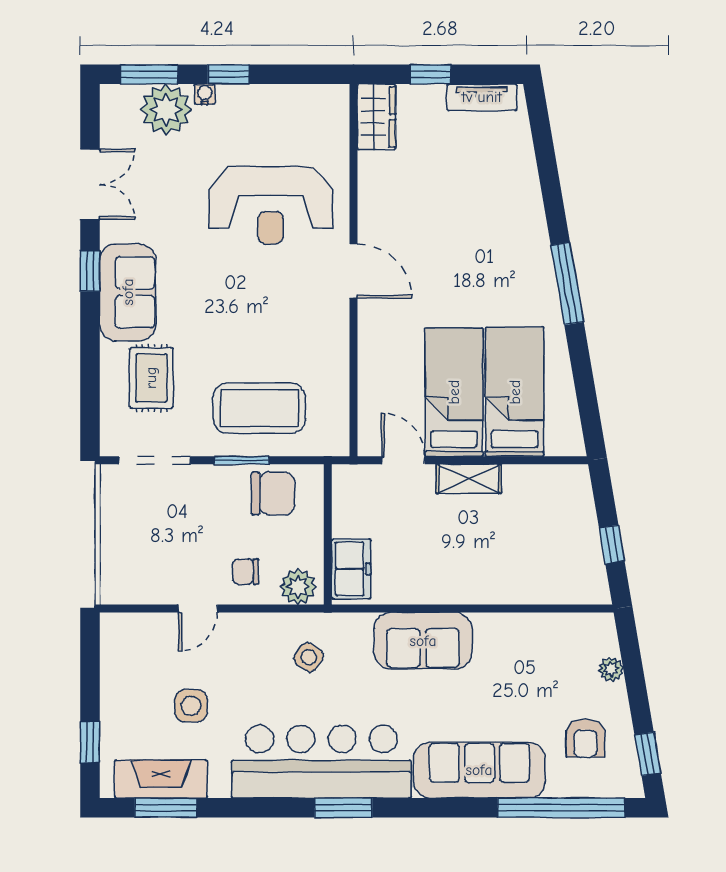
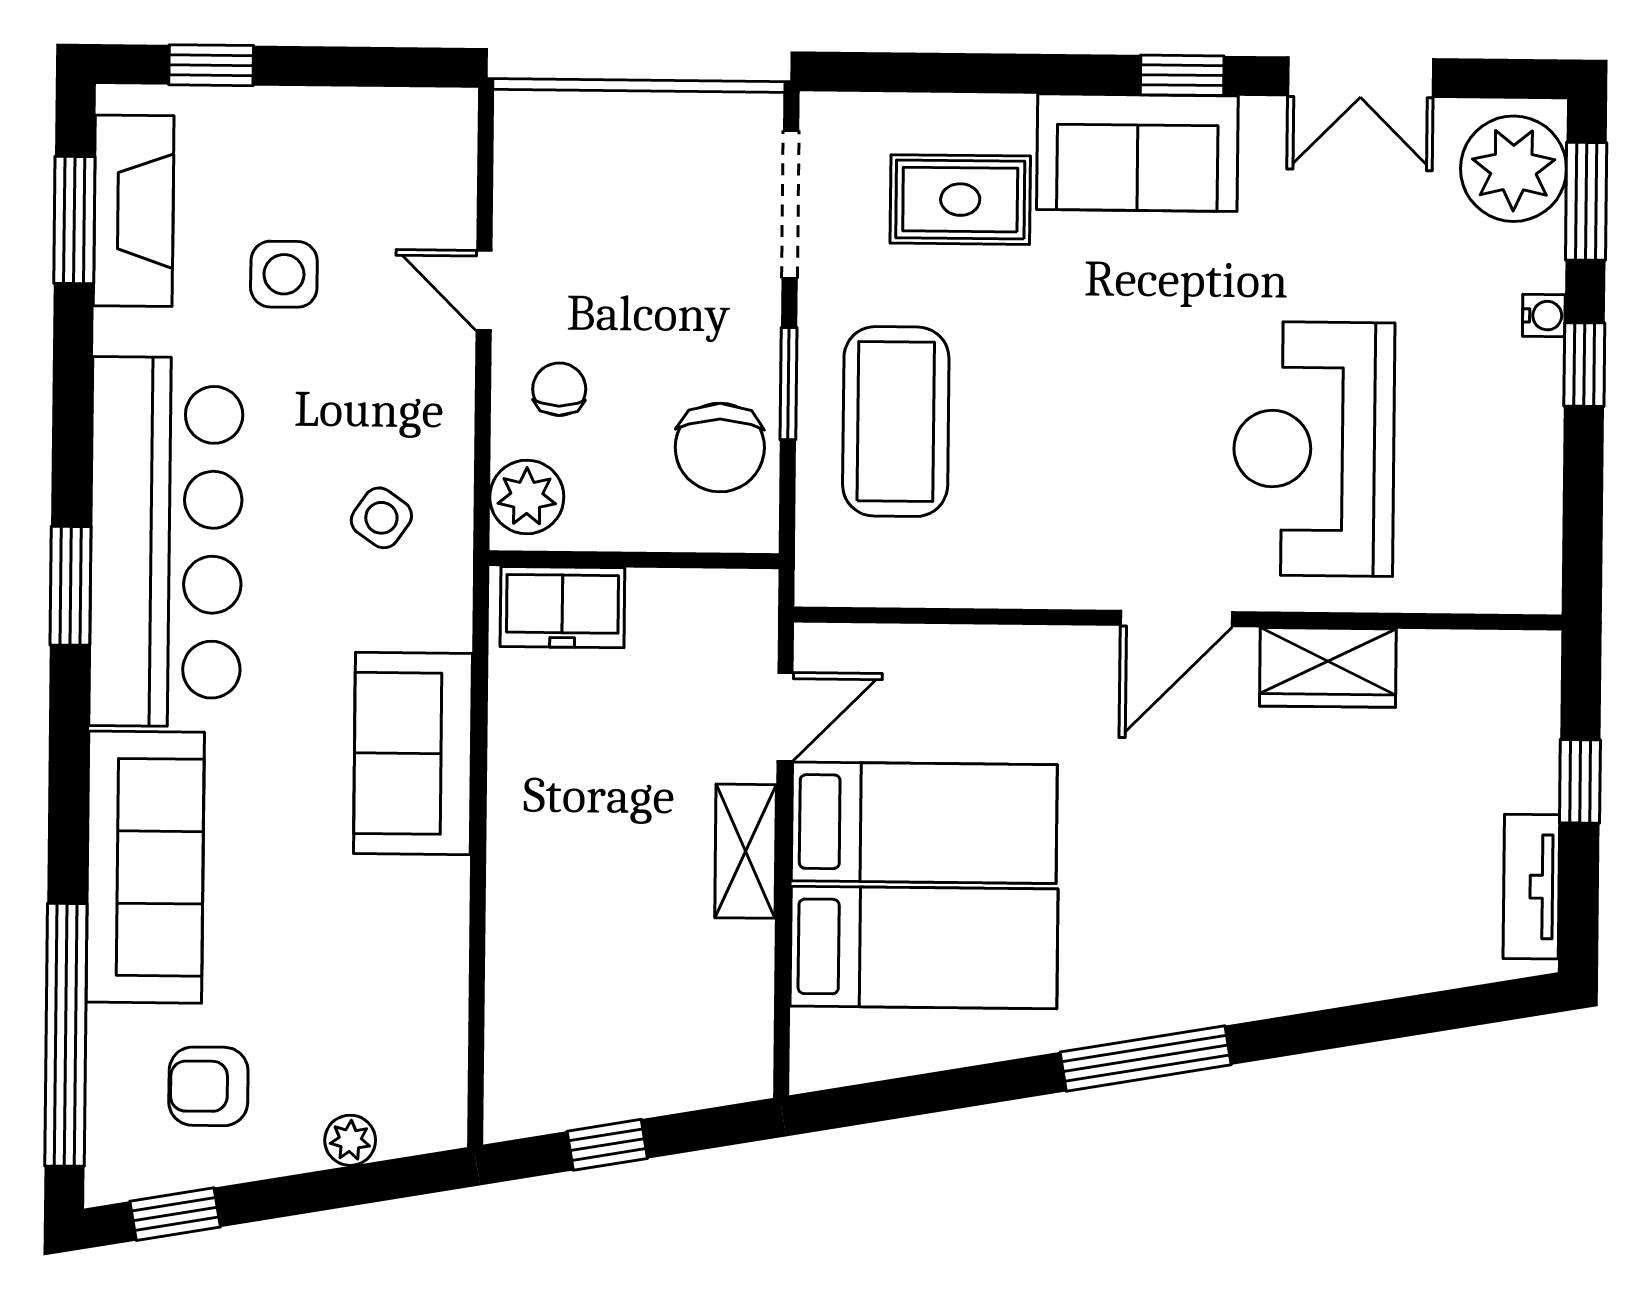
plant: (166, 110) -> (1514, 169), moved
wardrobe: (377, 117) -> (1328, 667), moved

